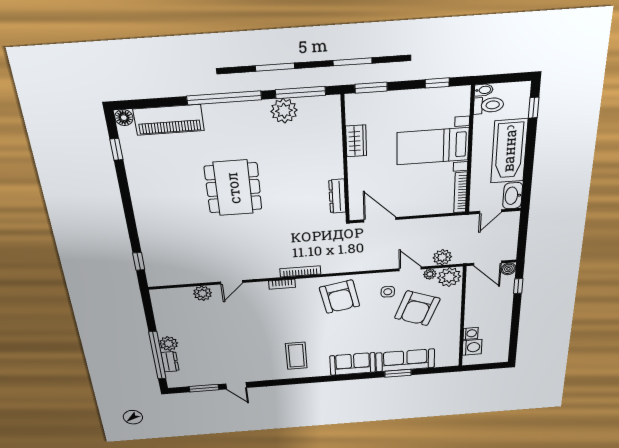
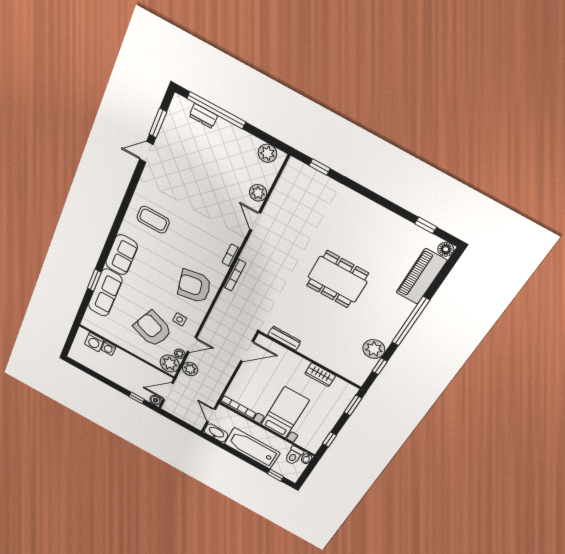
window: (300, 93) -> (380, 366), width x0.46
plant: (169, 344) -> (267, 153), moved

